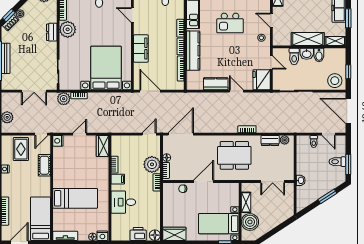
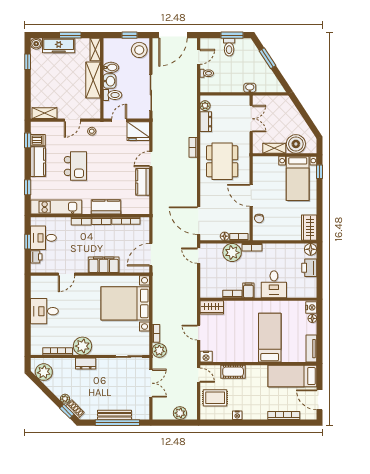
kitchen counter: (193, 51) -> (106, 207), width x0.67

